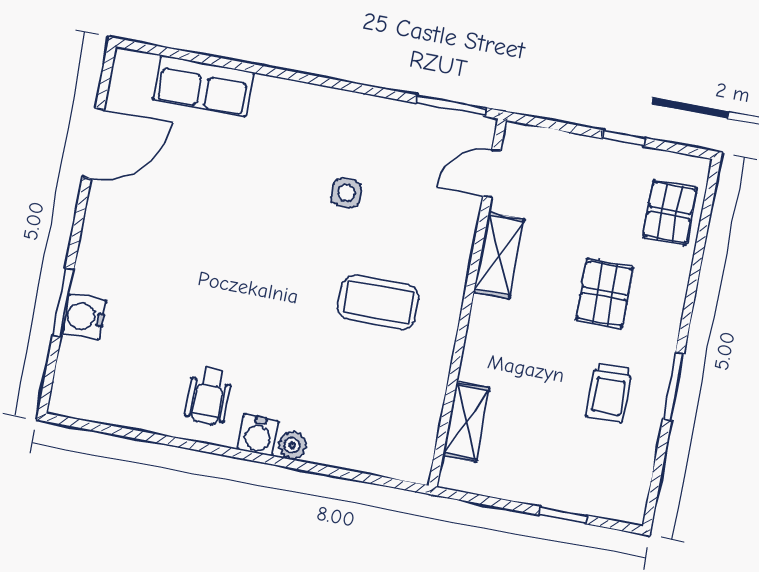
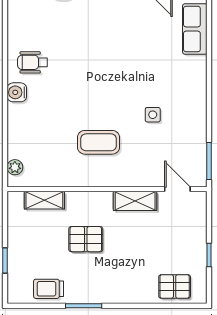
pallet: (605, 294) -> (86, 239), moved
coffee table: (378, 302) -> (99, 142), turned 90
trolley: (609, 392) -> (49, 289), moved
plant: (292, 445) -> (15, 167), moved

